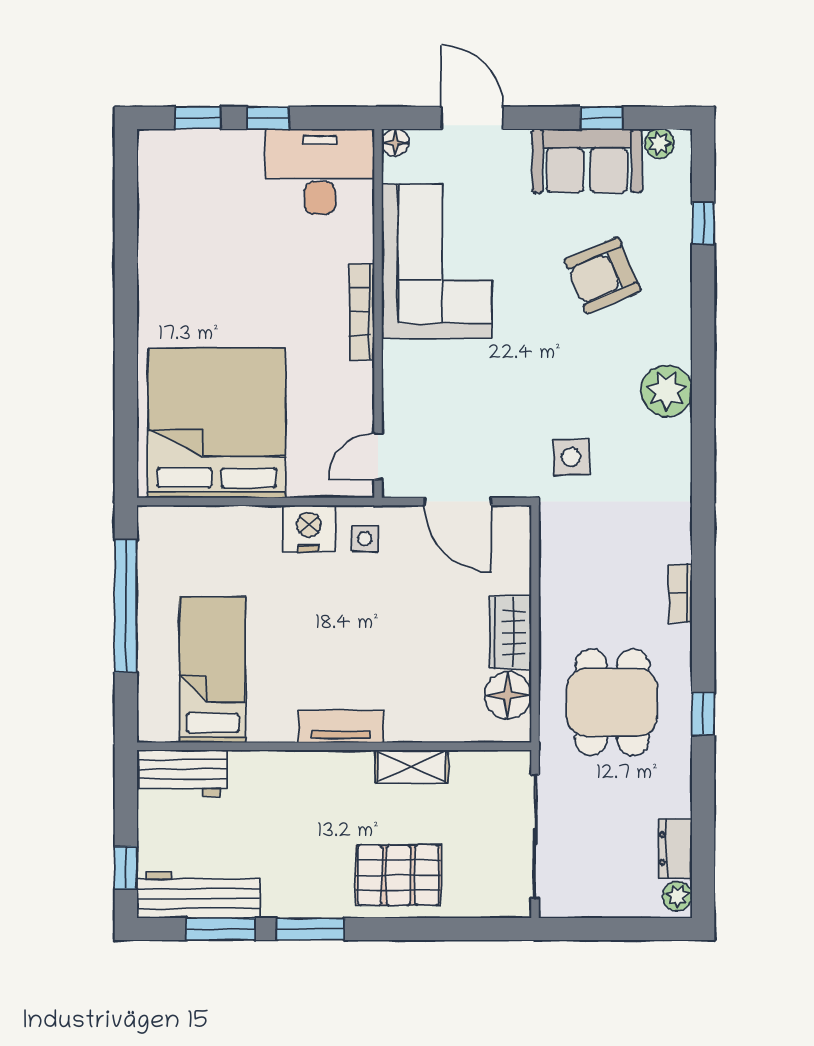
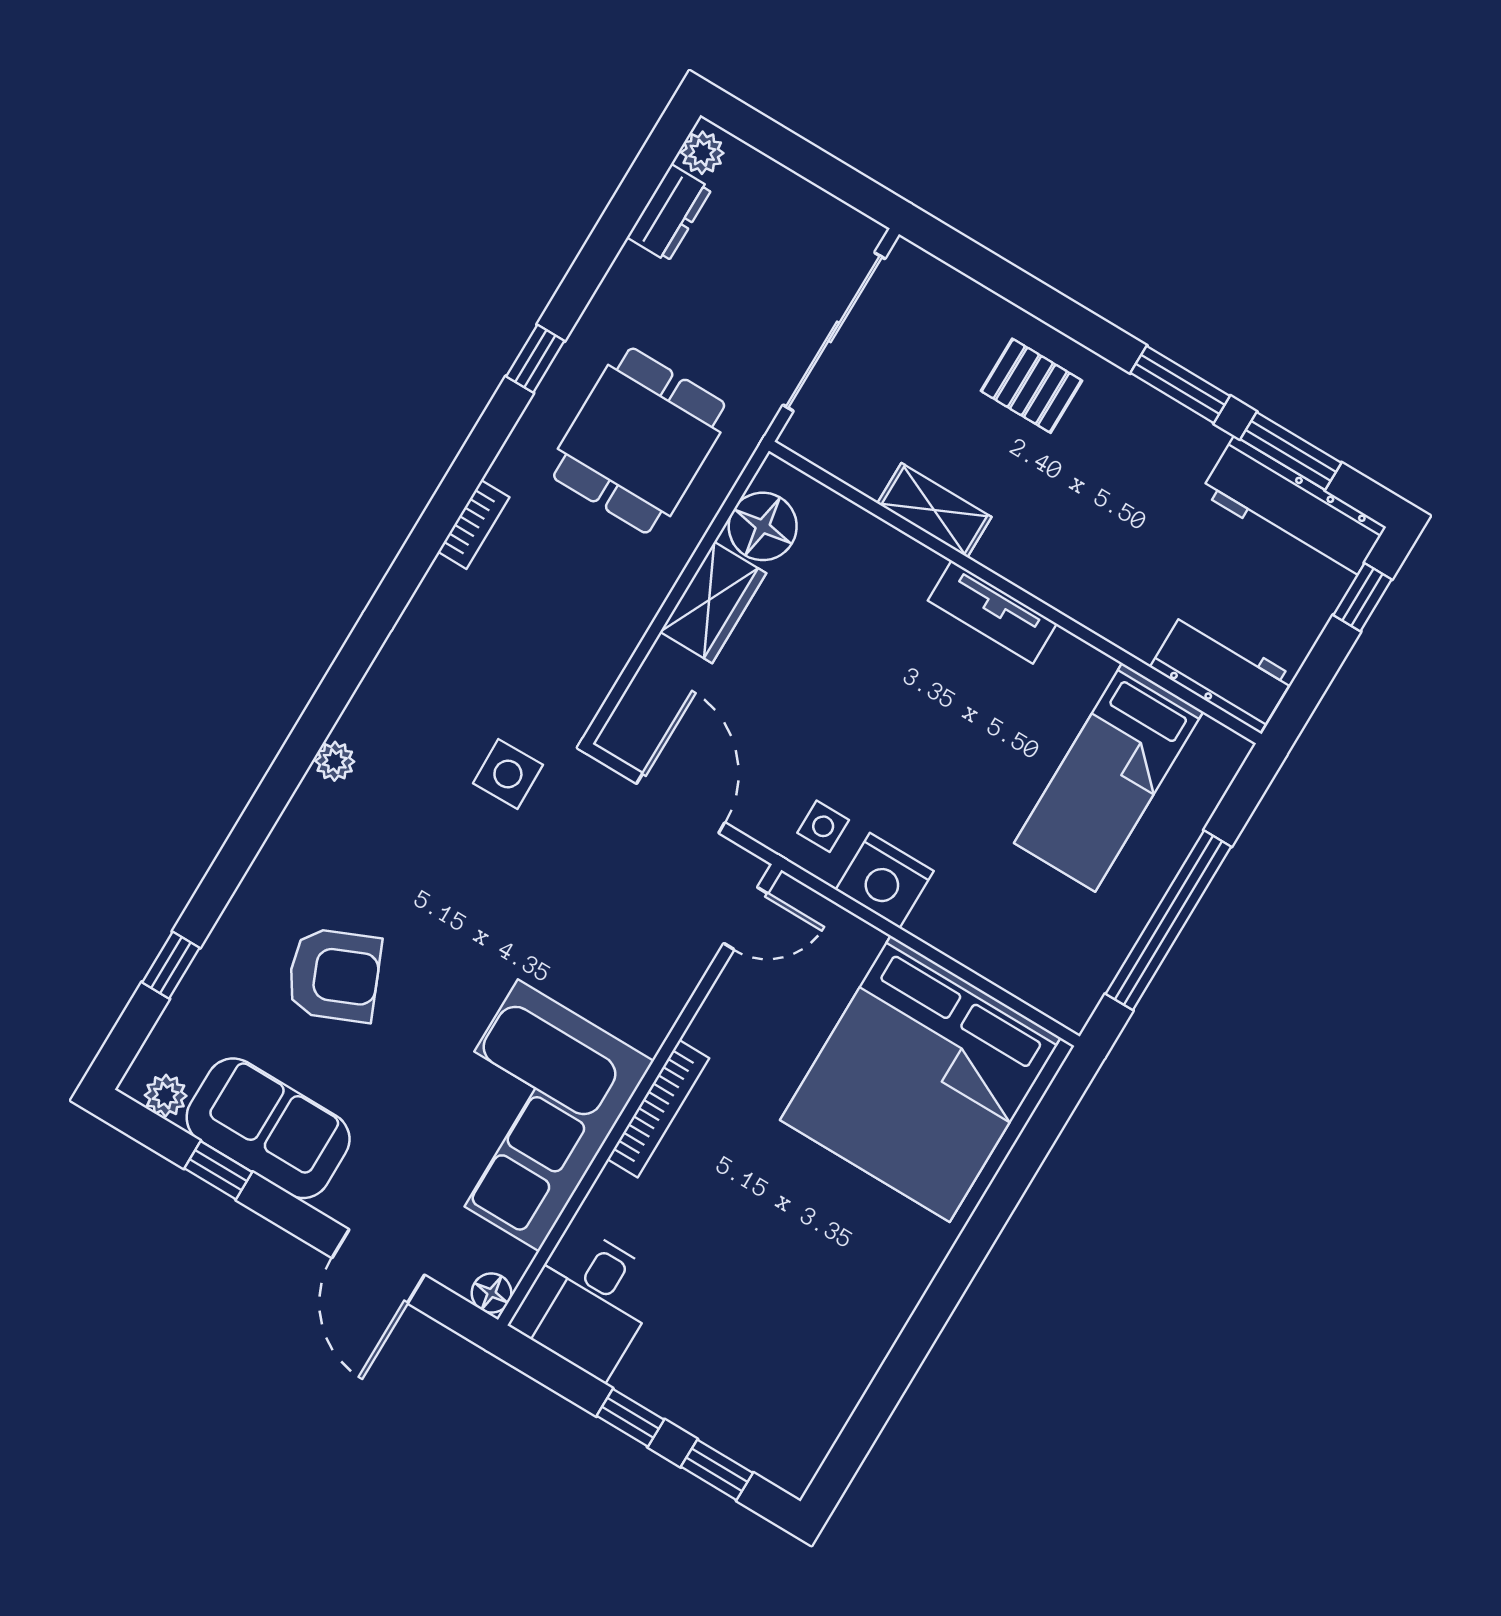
desk: (320, 172) -> (588, 1302), width x0.73
plant: (667, 391) -> (335, 761), width x0.53, depth x0.53
pallet: (398, 875) -> (1031, 386), width x0.67, depth x0.71

